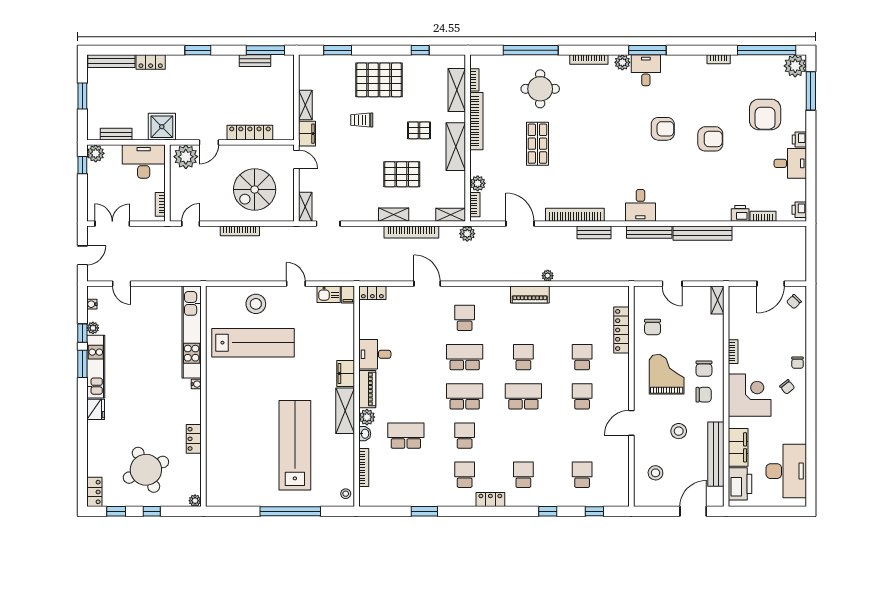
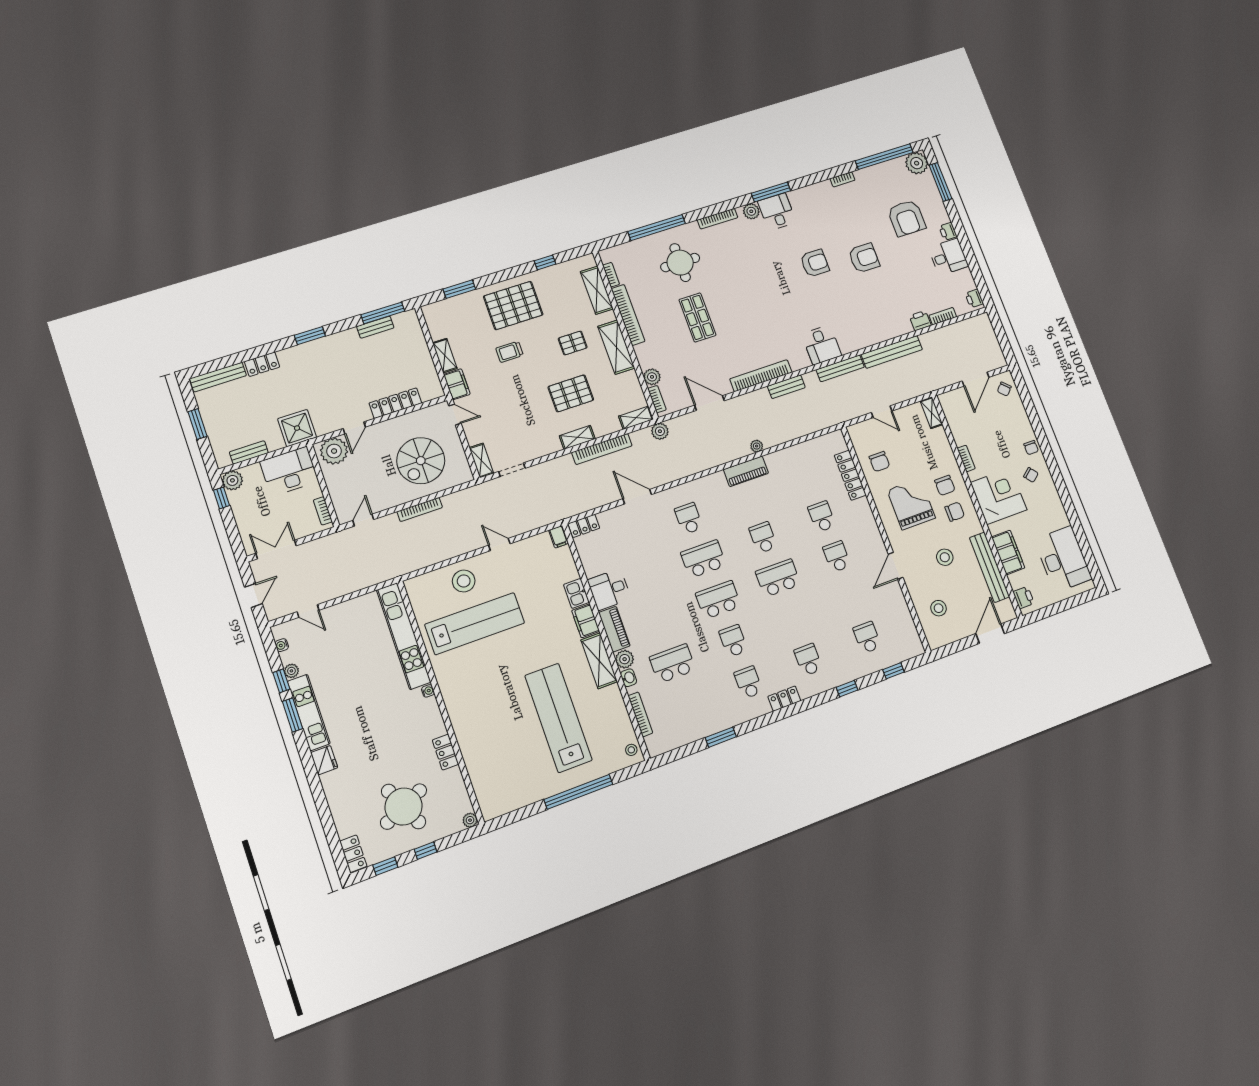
kitchen sink: (329, 294) -> (576, 593), moved, turned 90
printer: (740, 484) -> (1024, 598), width x0.53, depth x0.68

